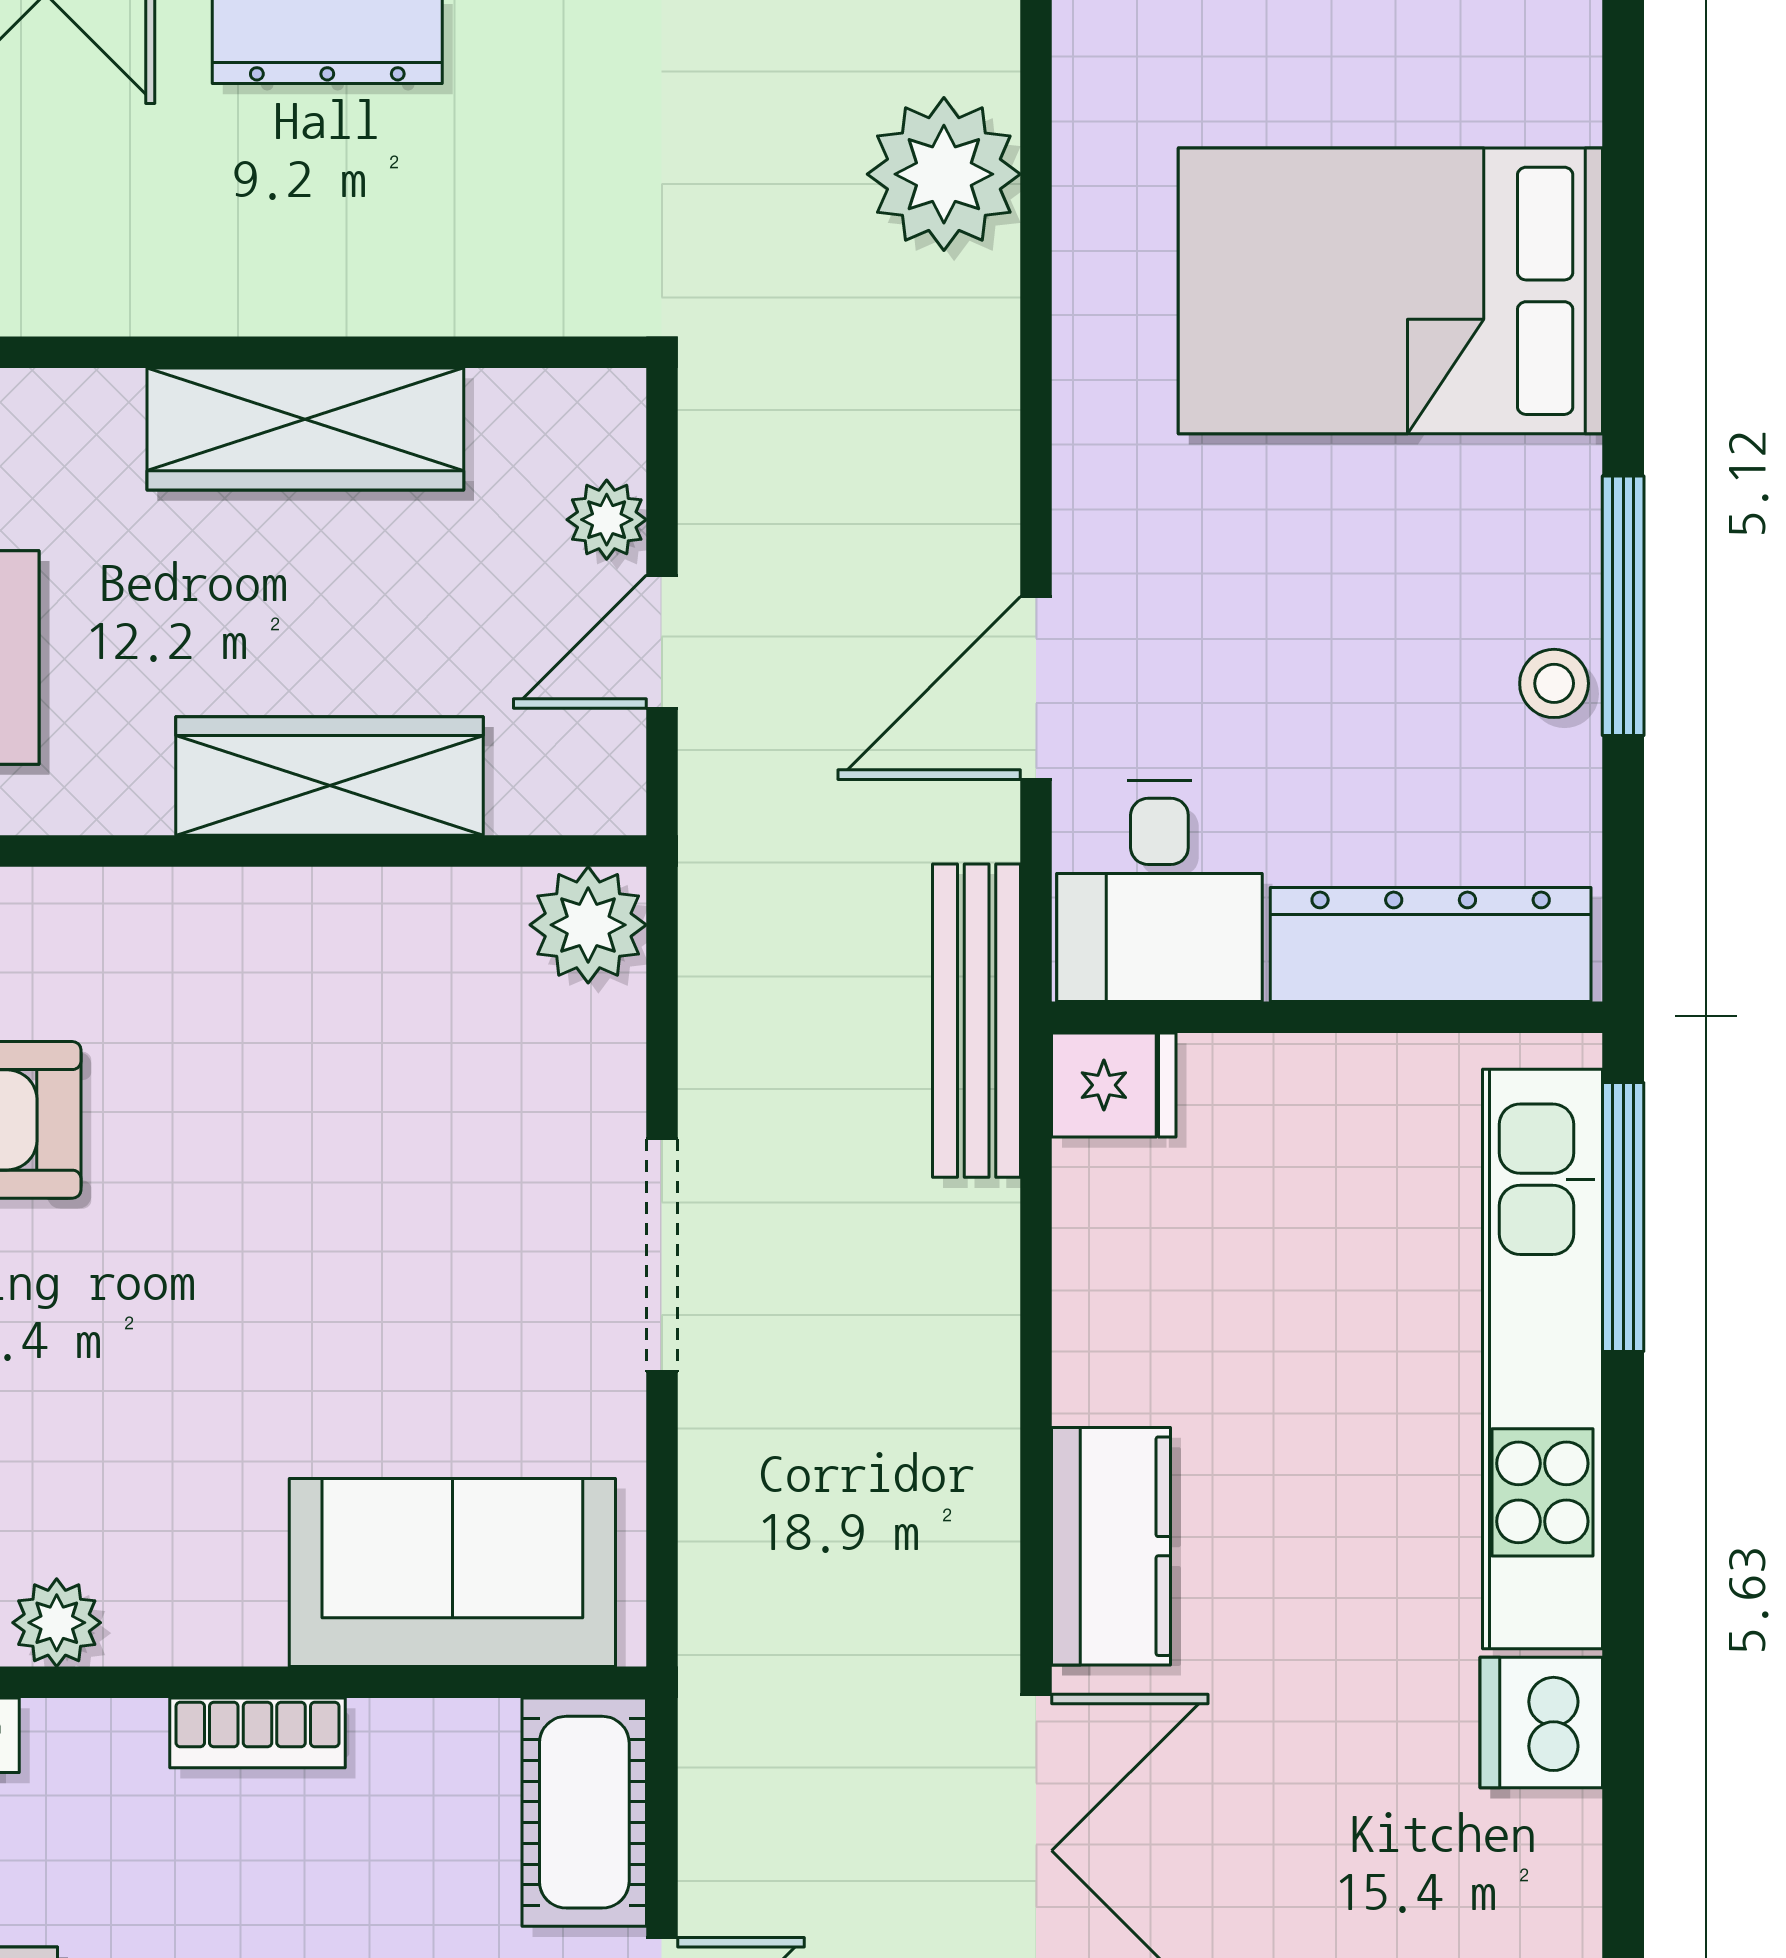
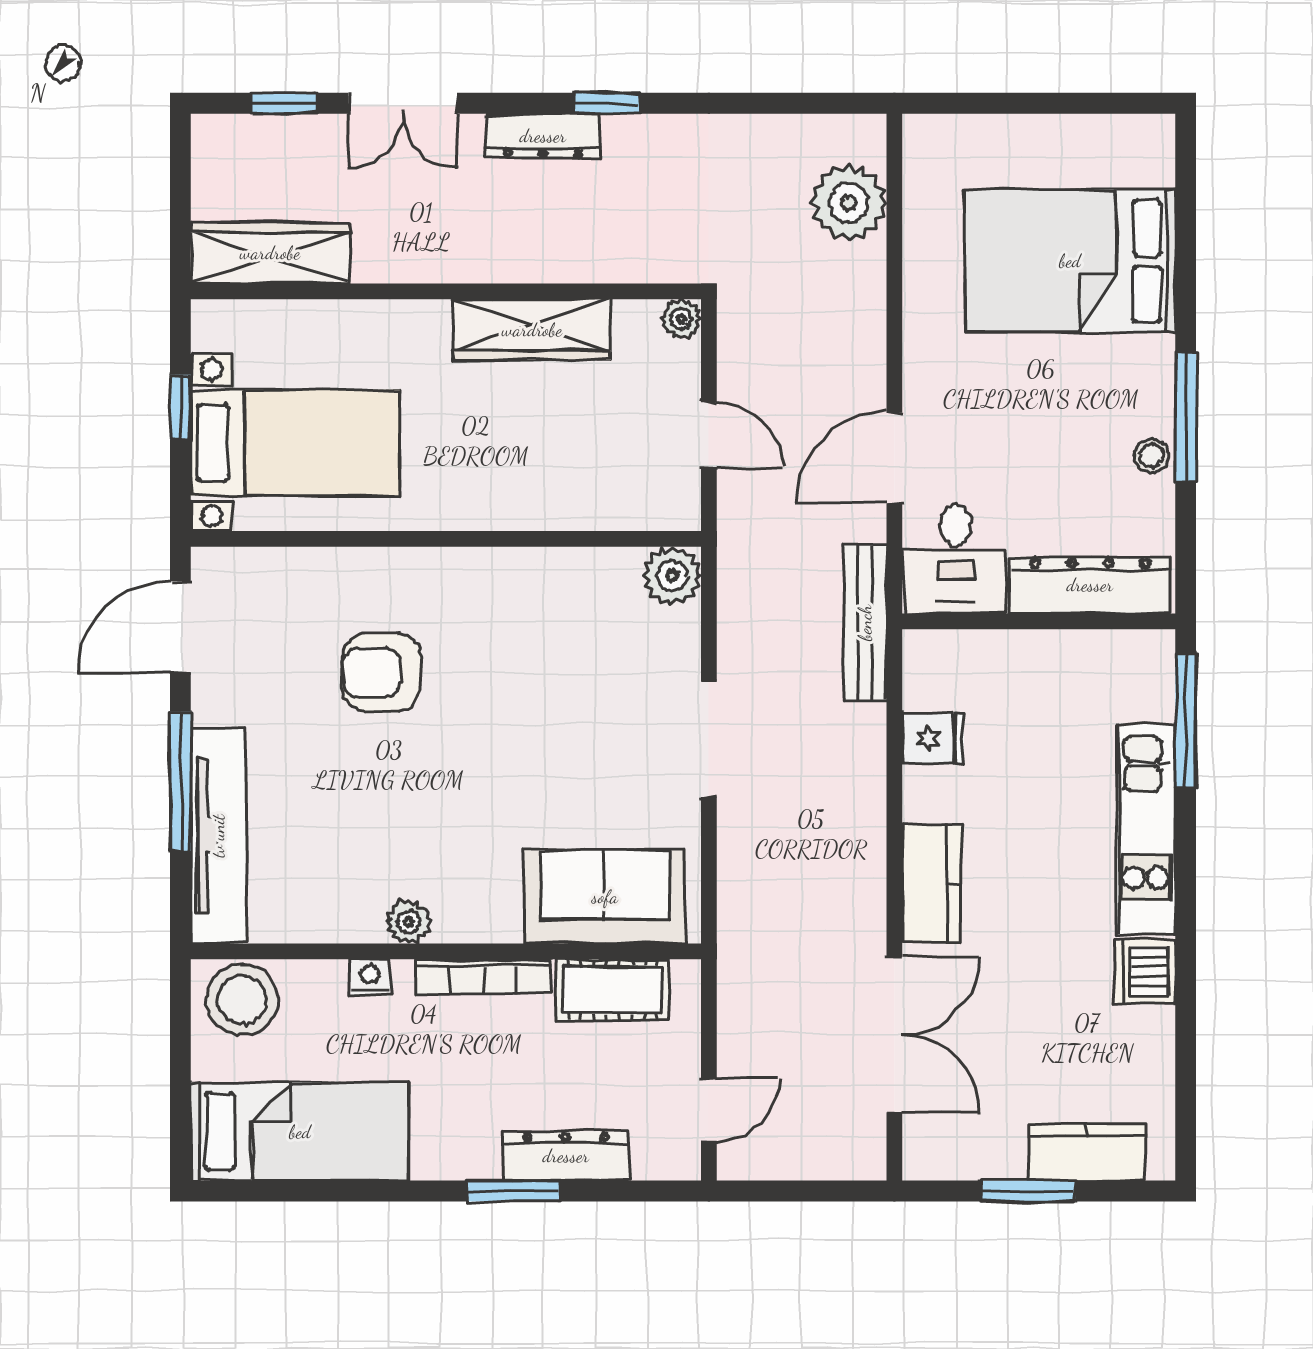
plant: (607, 520) -> (681, 319), moved
door: (662, 642) -> (709, 435), swing flipped
wardrobe: (330, 776) -> (544, 502), removed
fridge: (1114, 1085) -> (933, 738), moved
kitchen unit: (1542, 1359) -> (1146, 829), width x0.73
bookcase: (257, 1733) -> (484, 976), width x1.56
cot: (584, 1812) -> (612, 990), moved, turned 90

